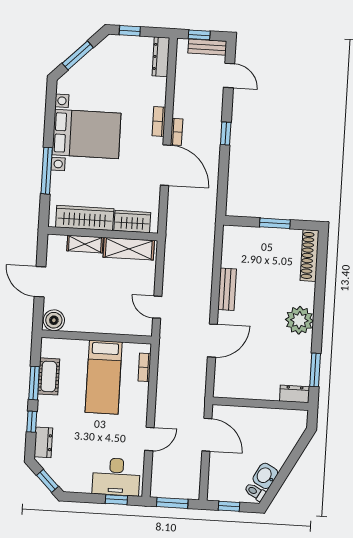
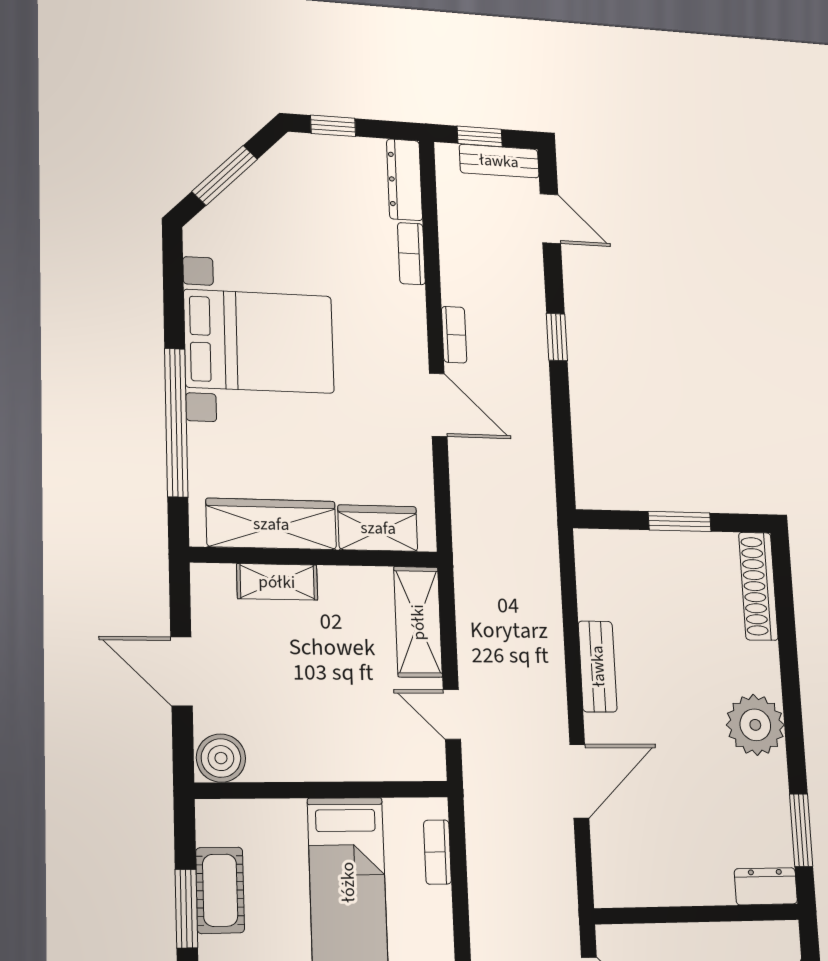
bookcase: (159, 121) -> (411, 254), moved
door: (166, 165) -> (438, 405), width x0.73
window: (47, 171) -> (176, 422), width x1.46
shelving: (129, 249) -> (418, 622), moved, turned 90

